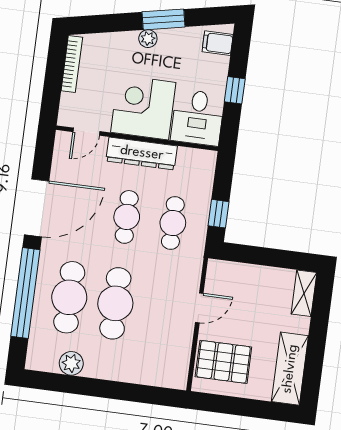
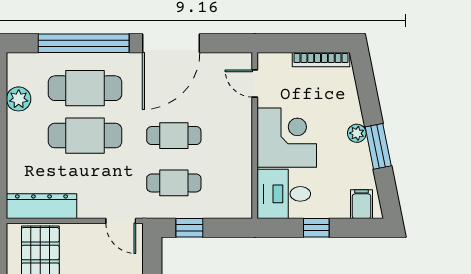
dresser: (142, 153) -> (41, 206), moved, turned 90
door: (37, 208) -> (171, 43), hinge flipped
door: (199, 308) -> (121, 221), moved

